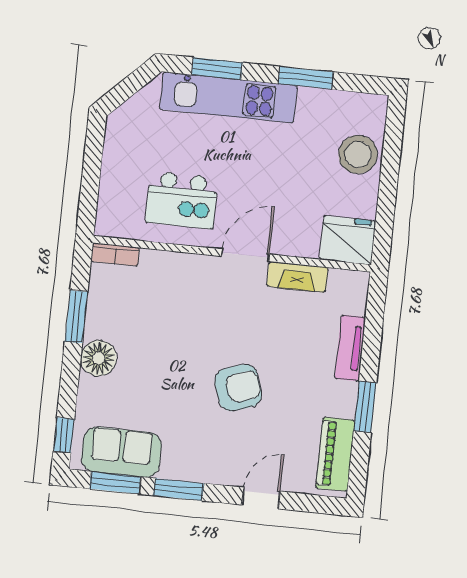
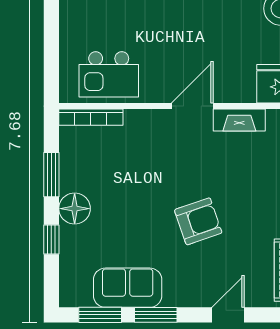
kitchen island: (182, 200) -> (109, 74), moved
bookcase: (115, 254) -> (91, 117), width x1.56
window: (64, 435) -> (51, 240), moved
sofa: (121, 452) -> (128, 288), moved

